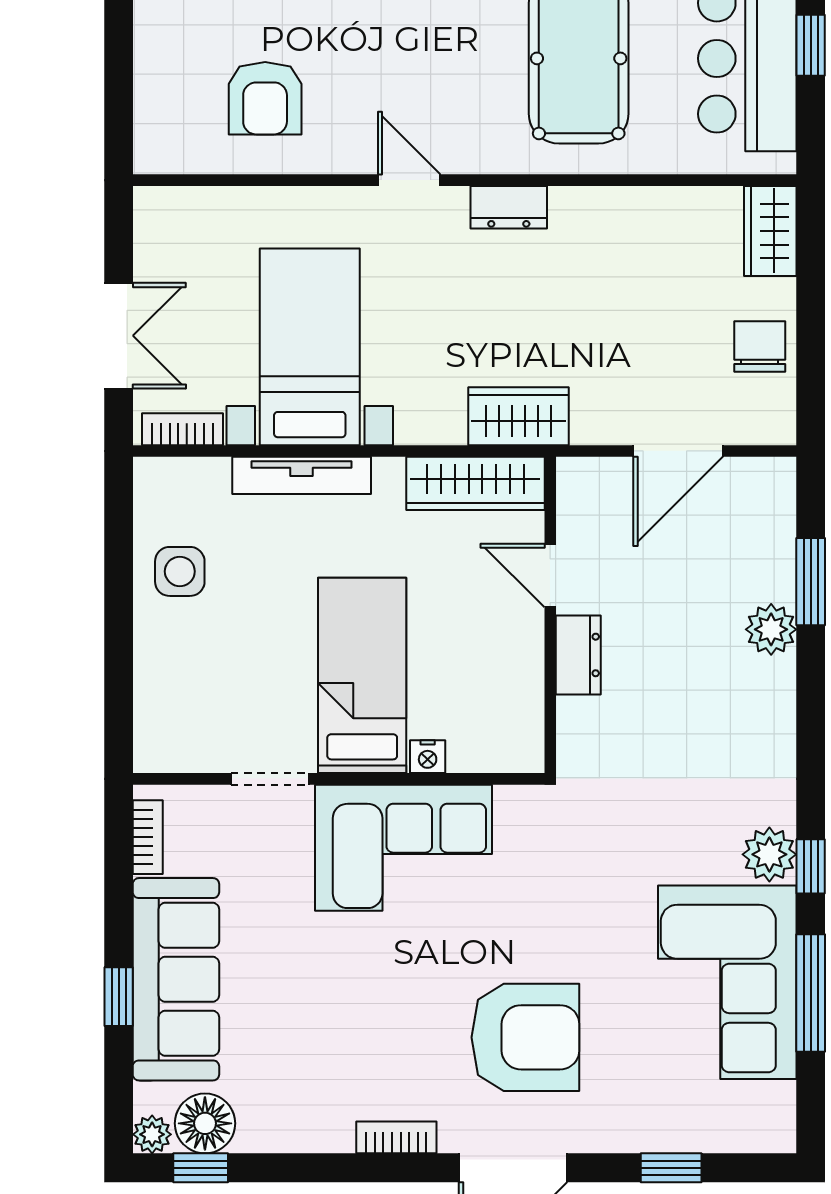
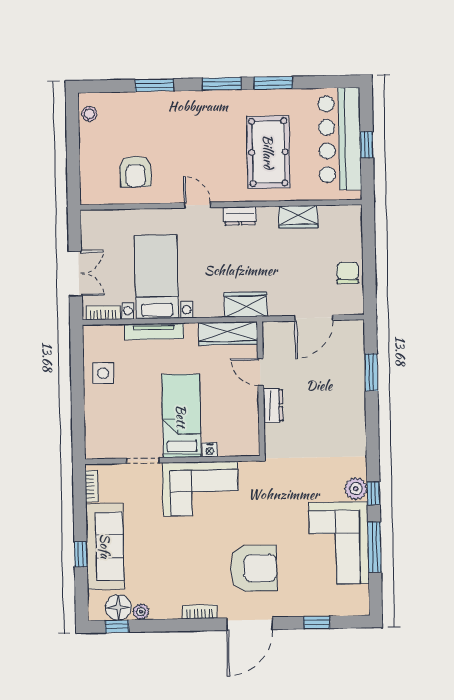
wardrobe: (770, 231) -> (298, 217), moved, turned -90
plant: (771, 629) -> (355, 393), removed
plant: (152, 1134) -> (141, 612), moved

